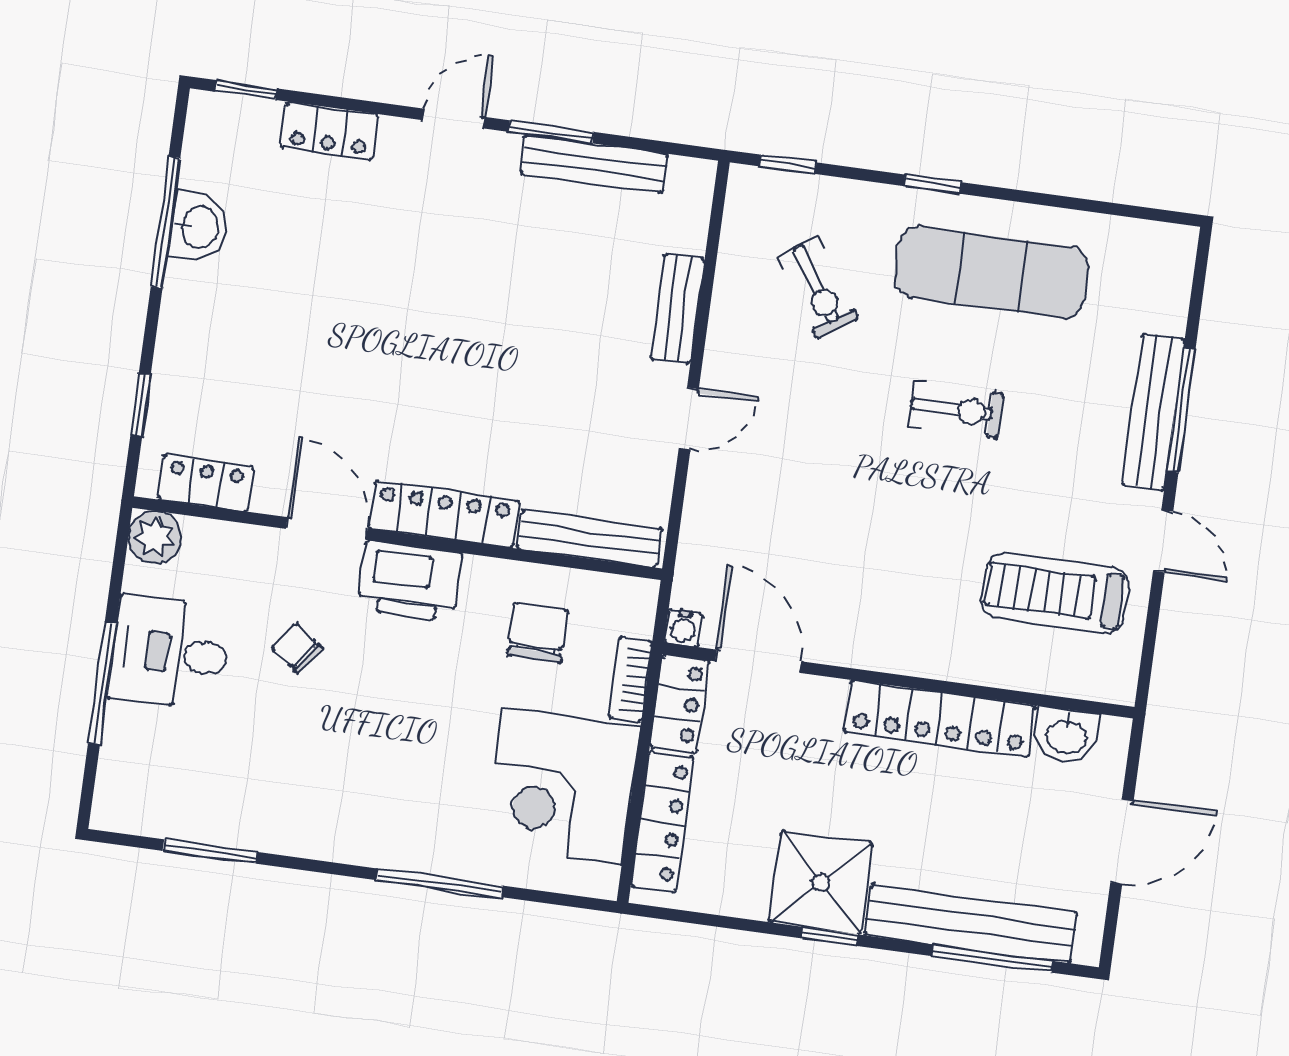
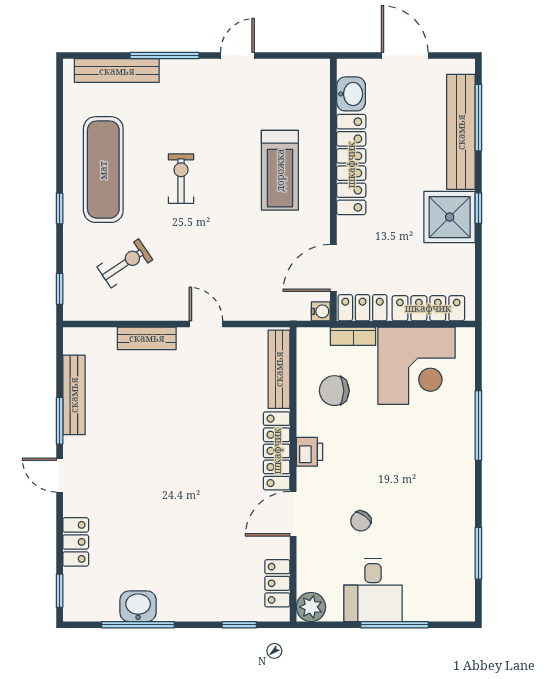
bench: (1153, 412) -> (117, 71), moved
printer: (410, 581) -> (309, 452), width x0.53, depth x0.68
treadmill: (1055, 593) -> (280, 170), moved

